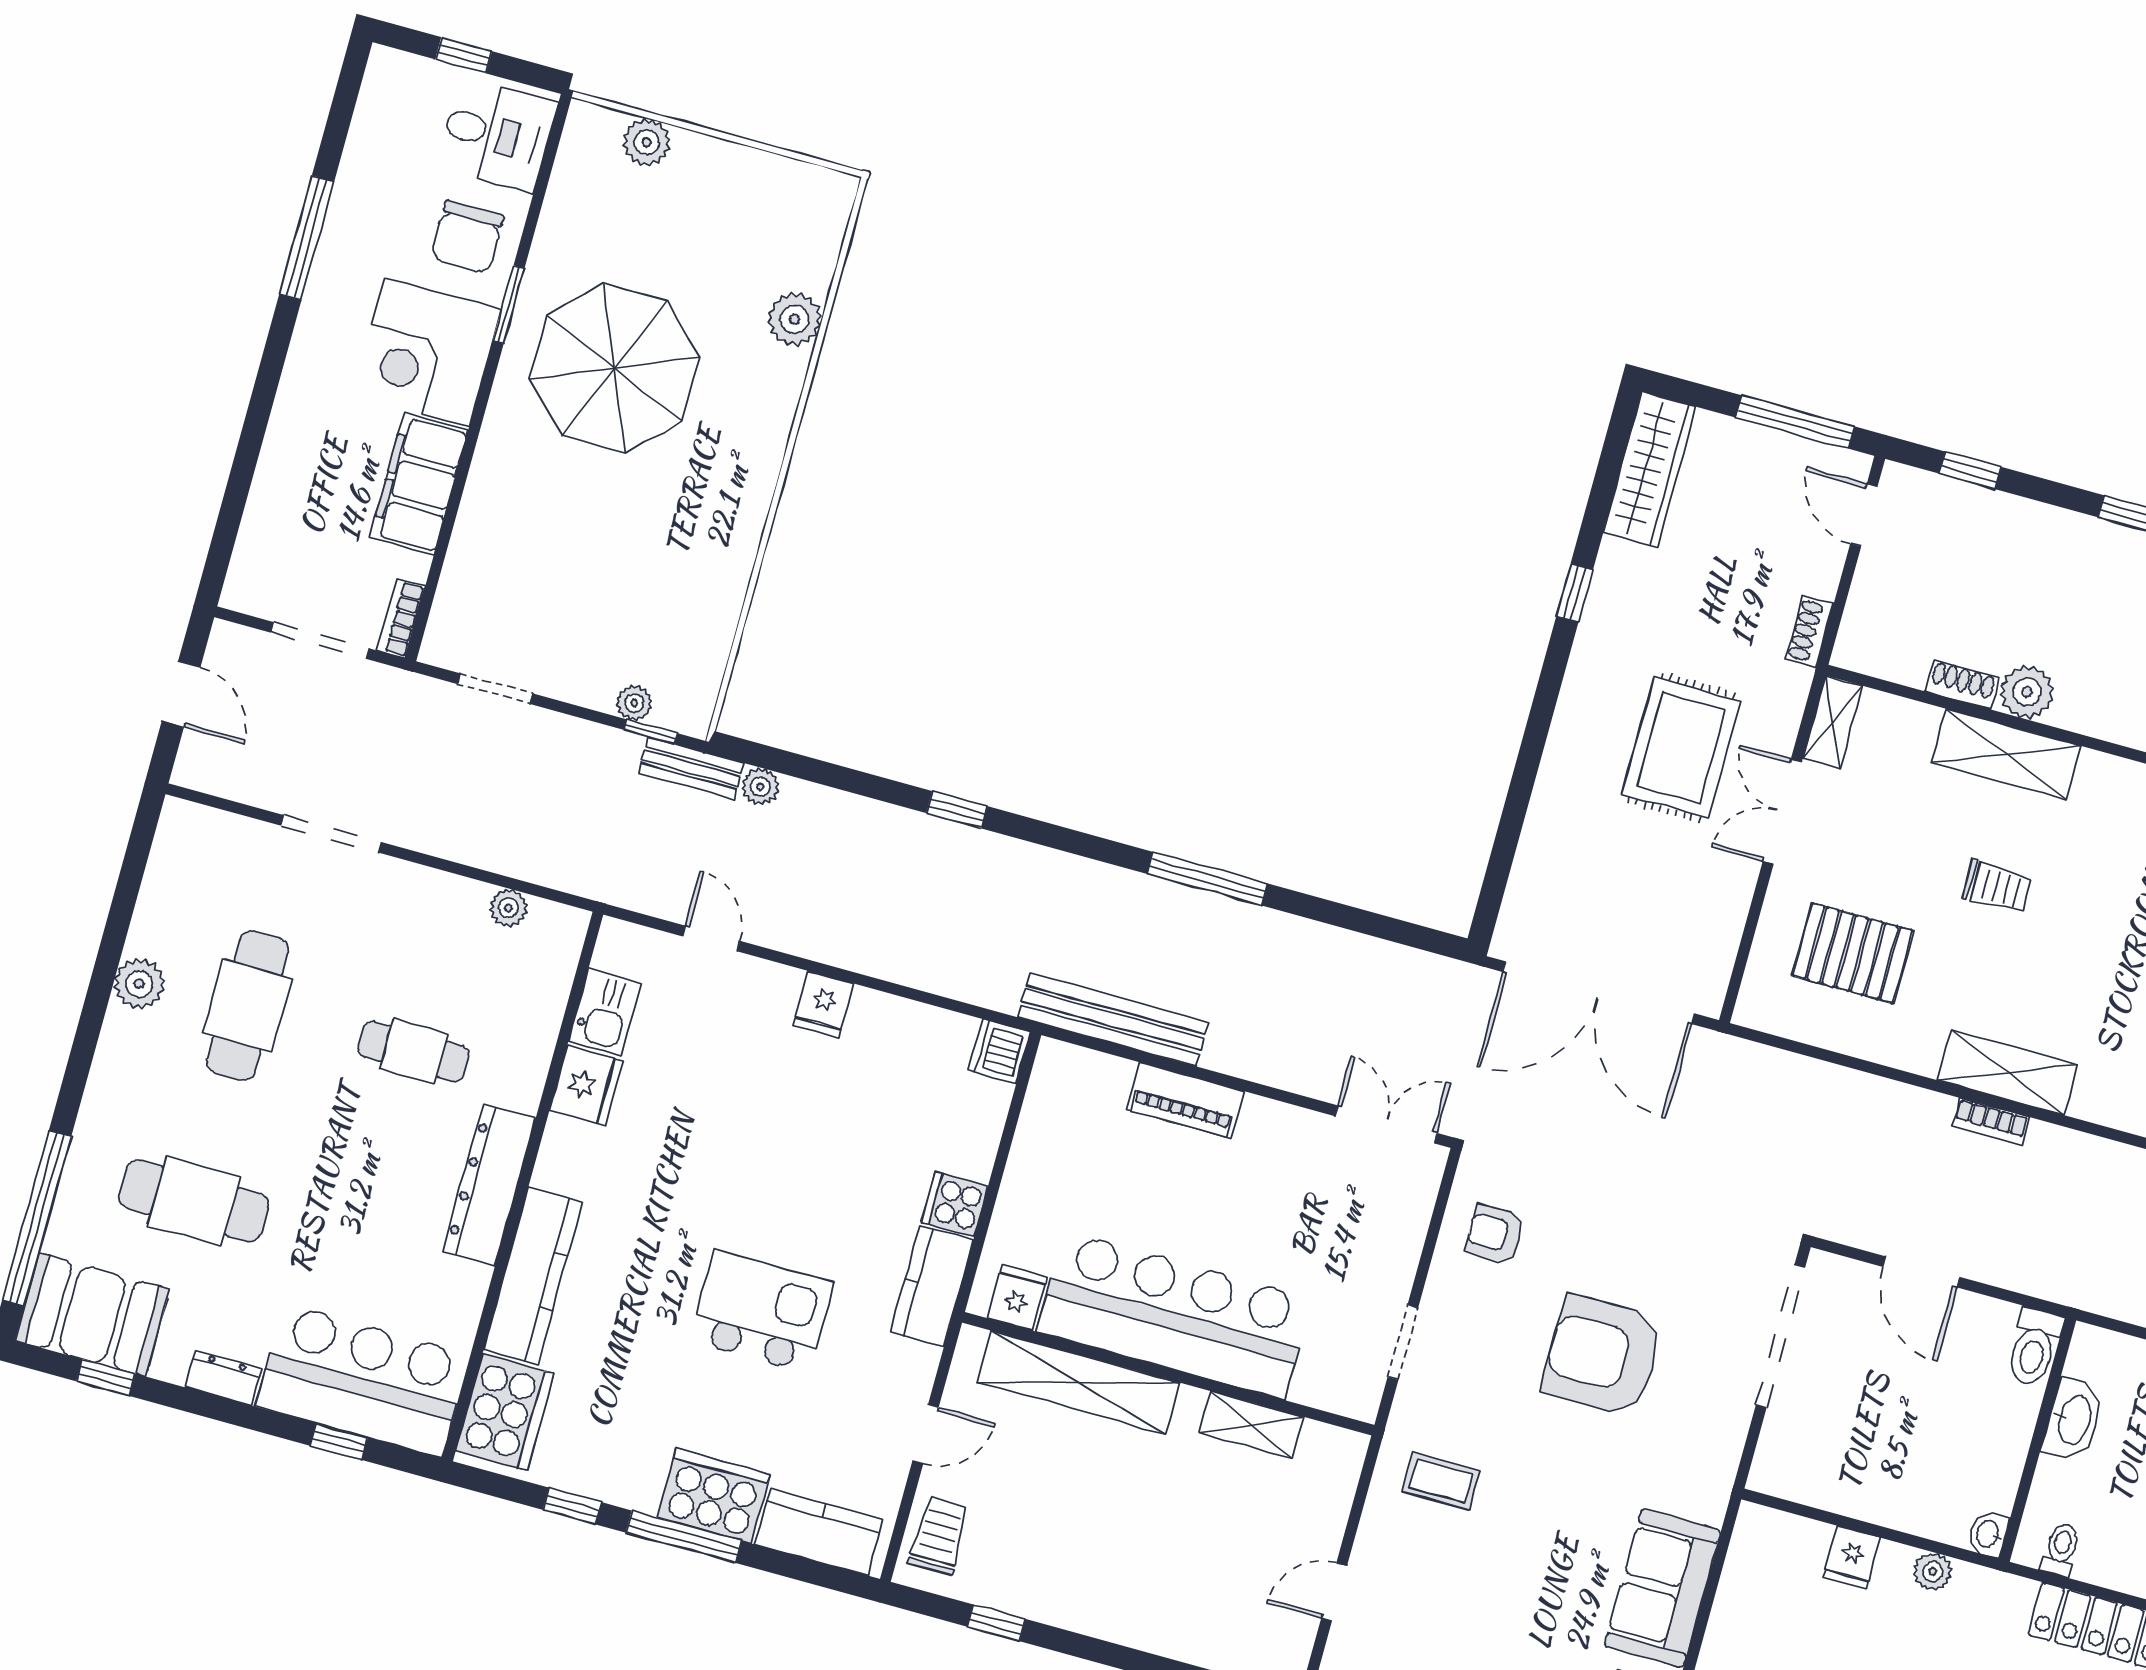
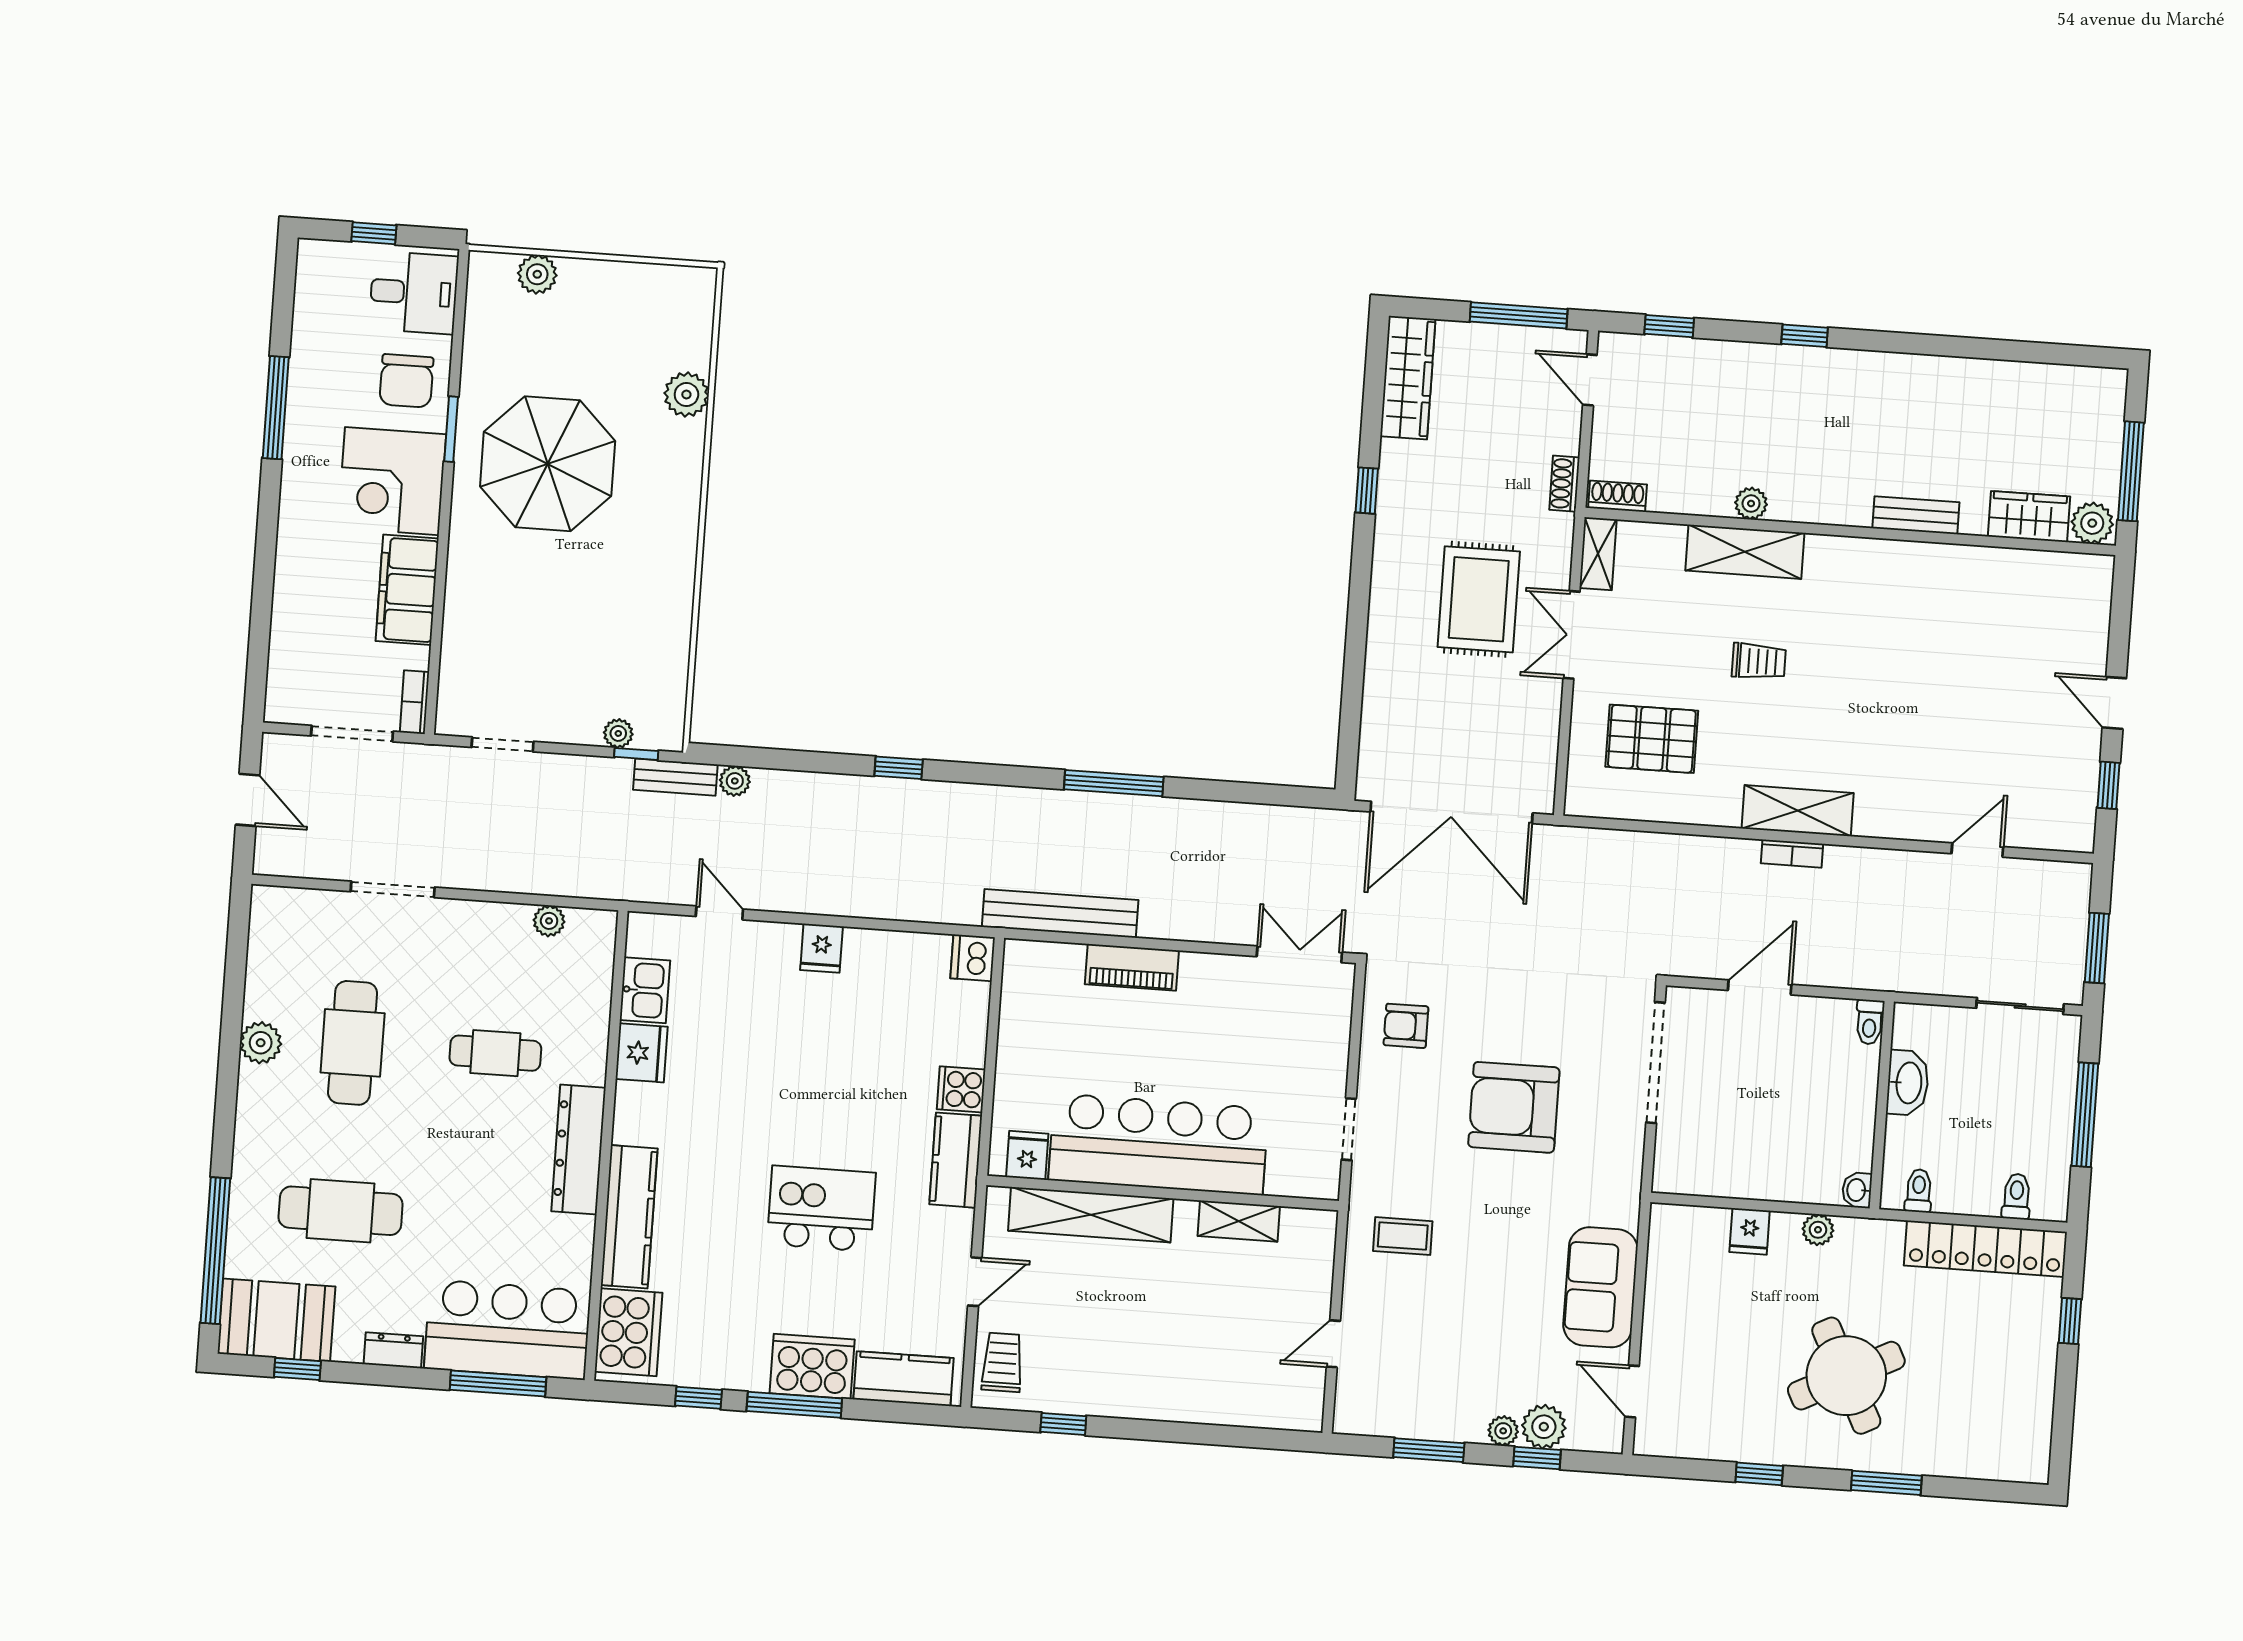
shoe rack: (1962, 684) -> (1618, 496), moved
plant: (2027, 692) -> (1751, 503), width x0.73, depth x0.73
door: (1921, 1272) -> (1760, 987), swing flipped
toilet: (2034, 1347) -> (1870, 1022), width x0.73, depth x0.72
window: (339, 1442) -> (498, 1383), width x2.17

